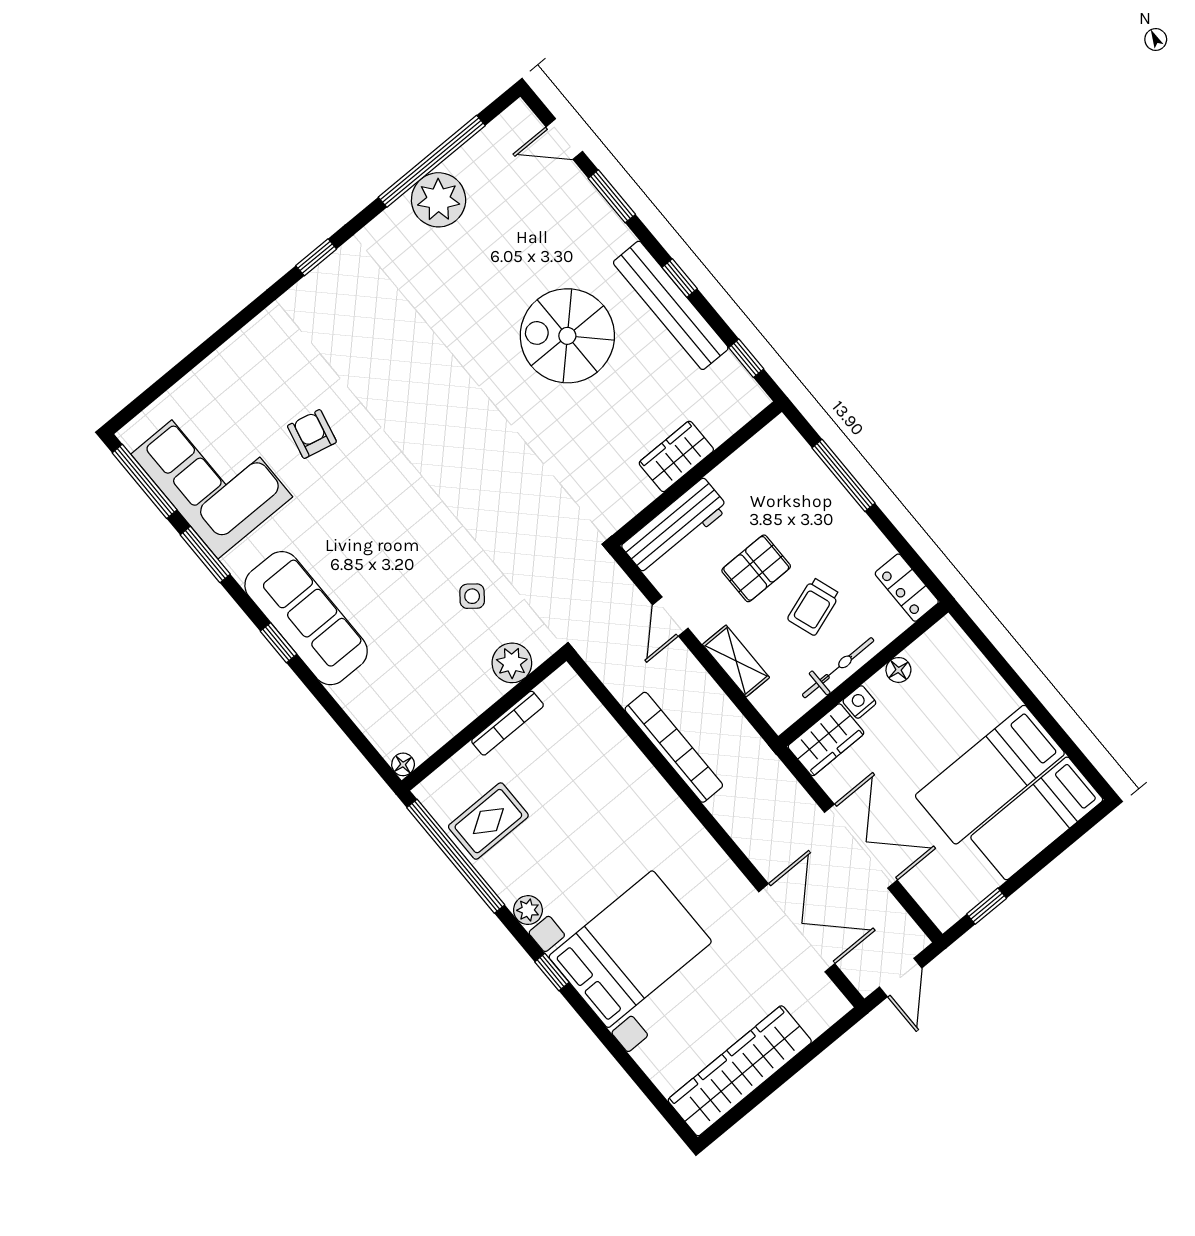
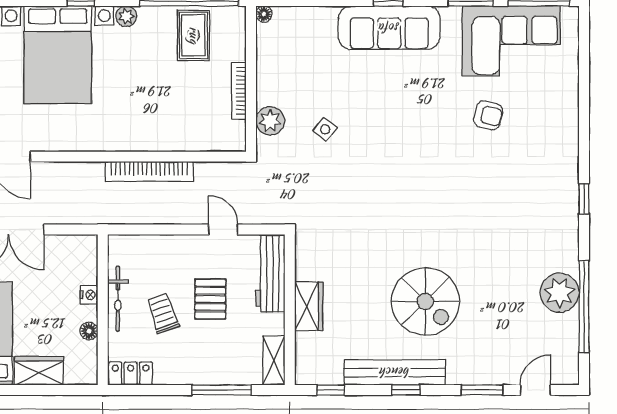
spiral stairs: (567, 336) -> (425, 301), turned 90
shelving: (736, 661) -> (274, 360), moved, turned 90
wardrobe: (826, 740) -> (39, 371), moved, turned 90

